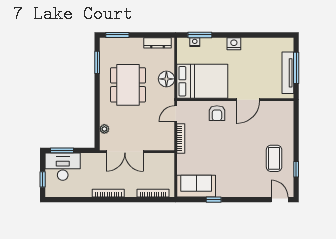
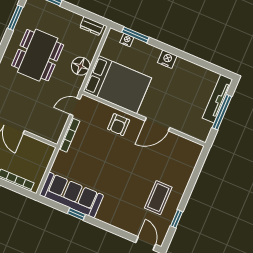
dresser: (158, 43) -> (92, 26), width x0.70
tv unit: (288, 73) -> (217, 99), moved
sofa: (196, 186) -> (71, 195), width x1.36

